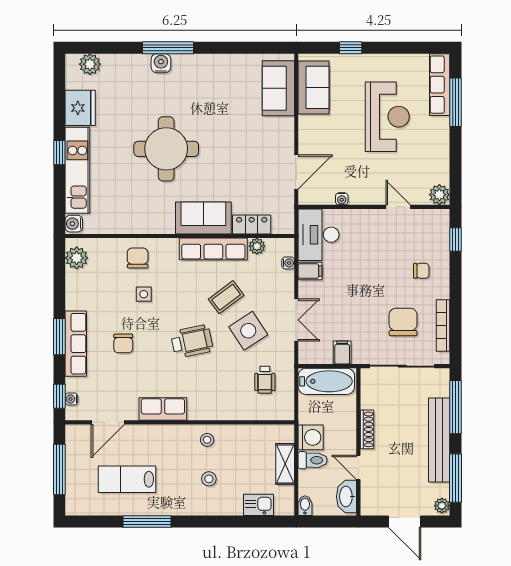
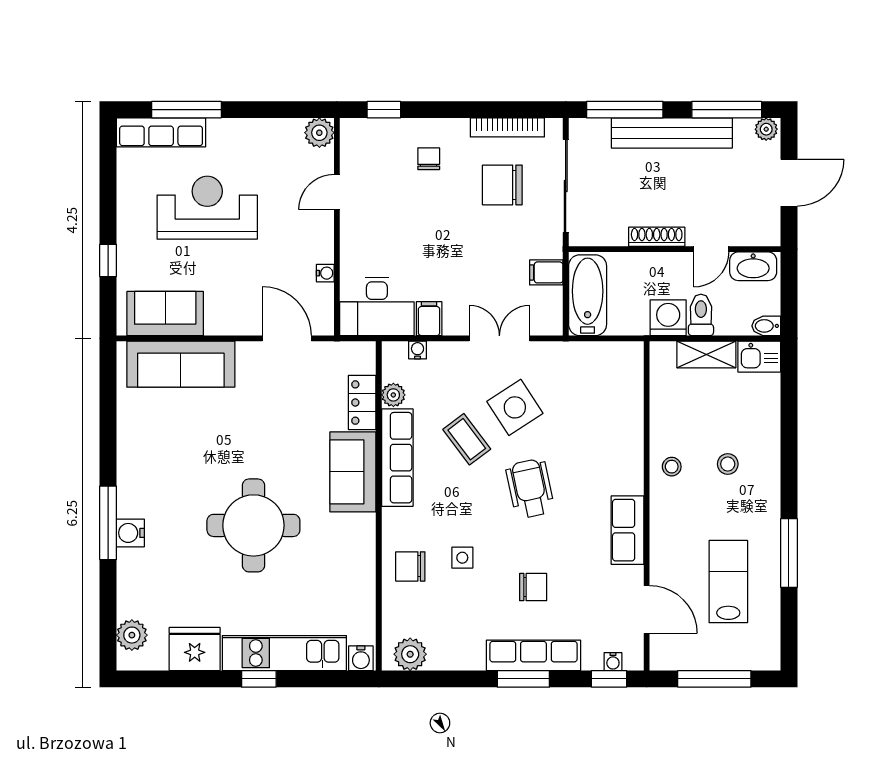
sofa: (278, 88) -> (181, 364), width x1.36
wheelchair: (265, 380) -> (585, 384), removed
lab bench: (127, 479) -> (728, 582), turned 180
kitchen sink: (259, 505) -> (759, 357), moved, turned -90

